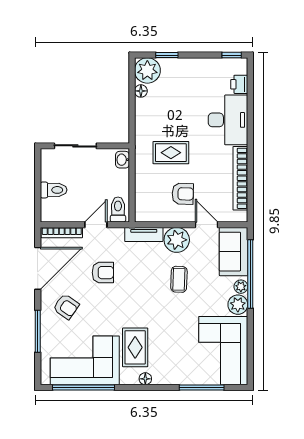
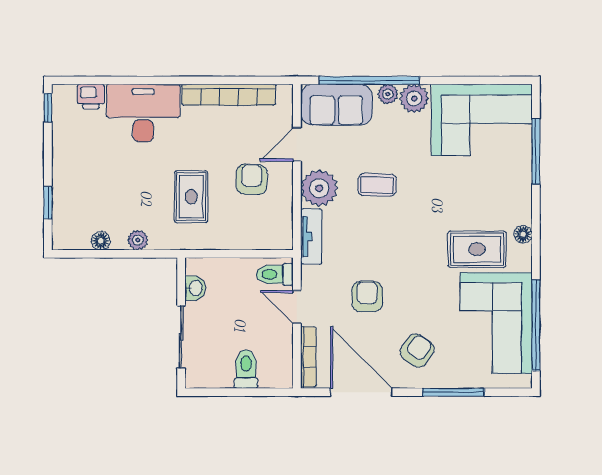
plant: (147, 70) -> (138, 240), moved, width x0.53, depth x0.53
washbasin: (123, 160) -> (195, 288), moved, turned -90

